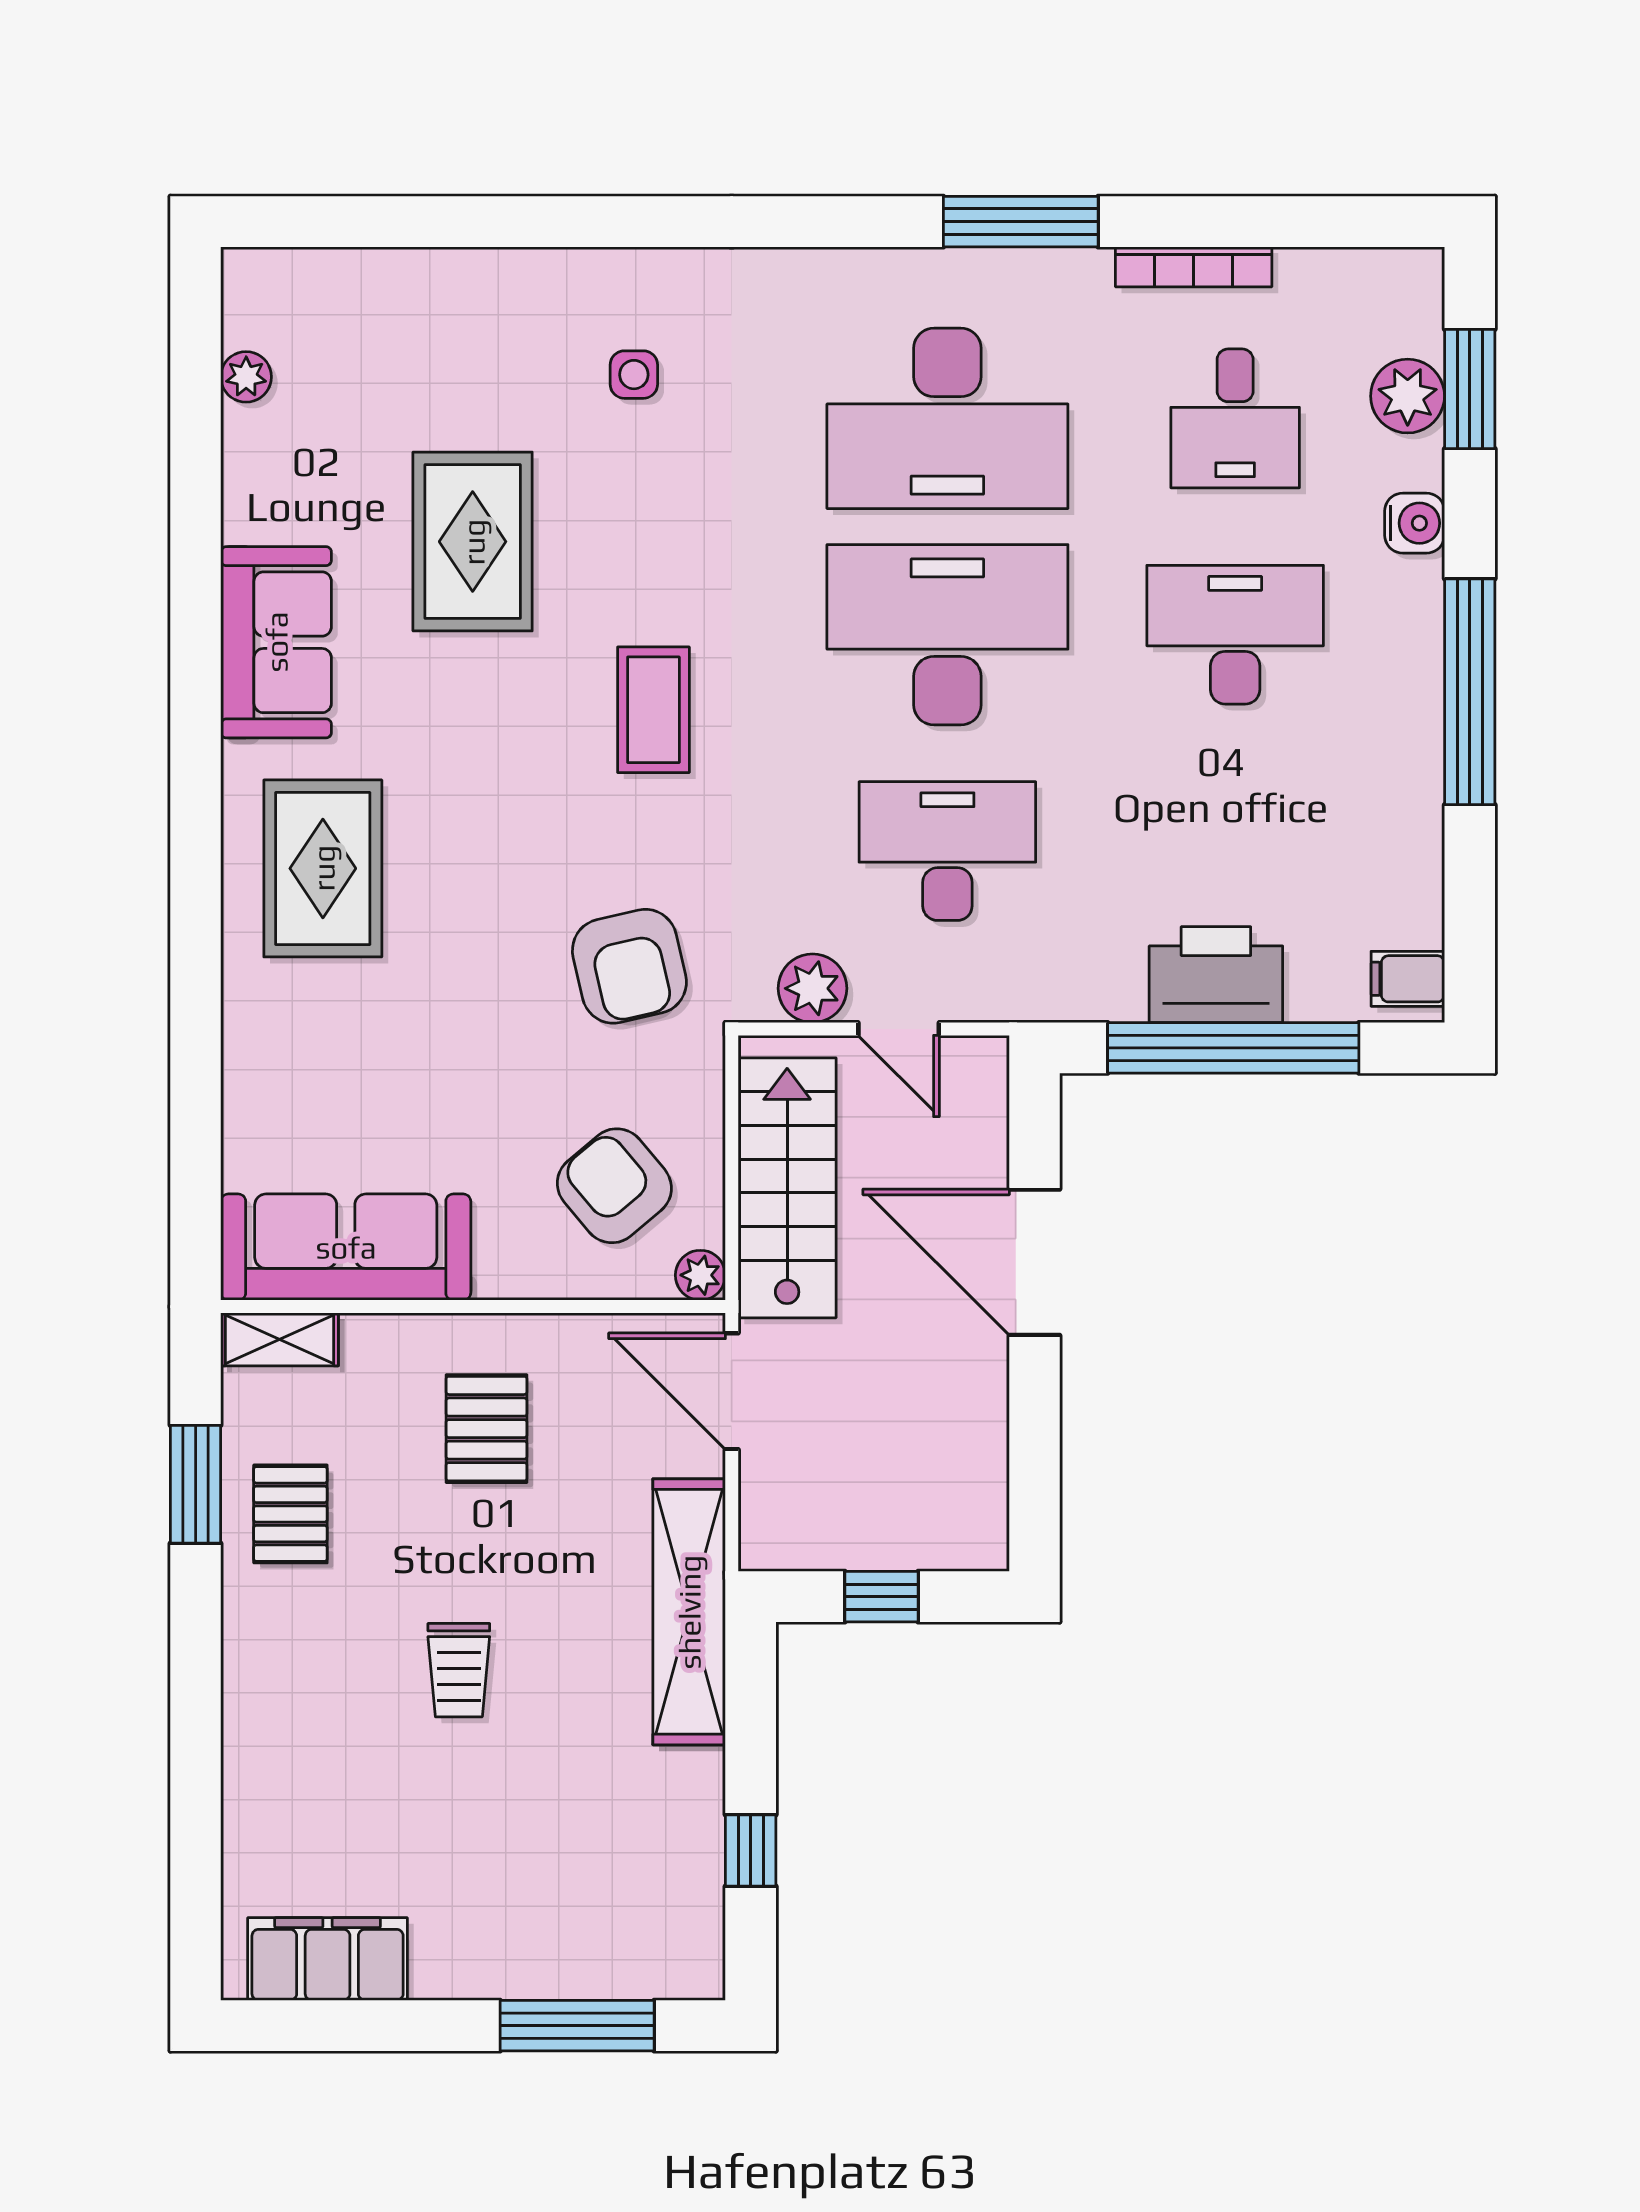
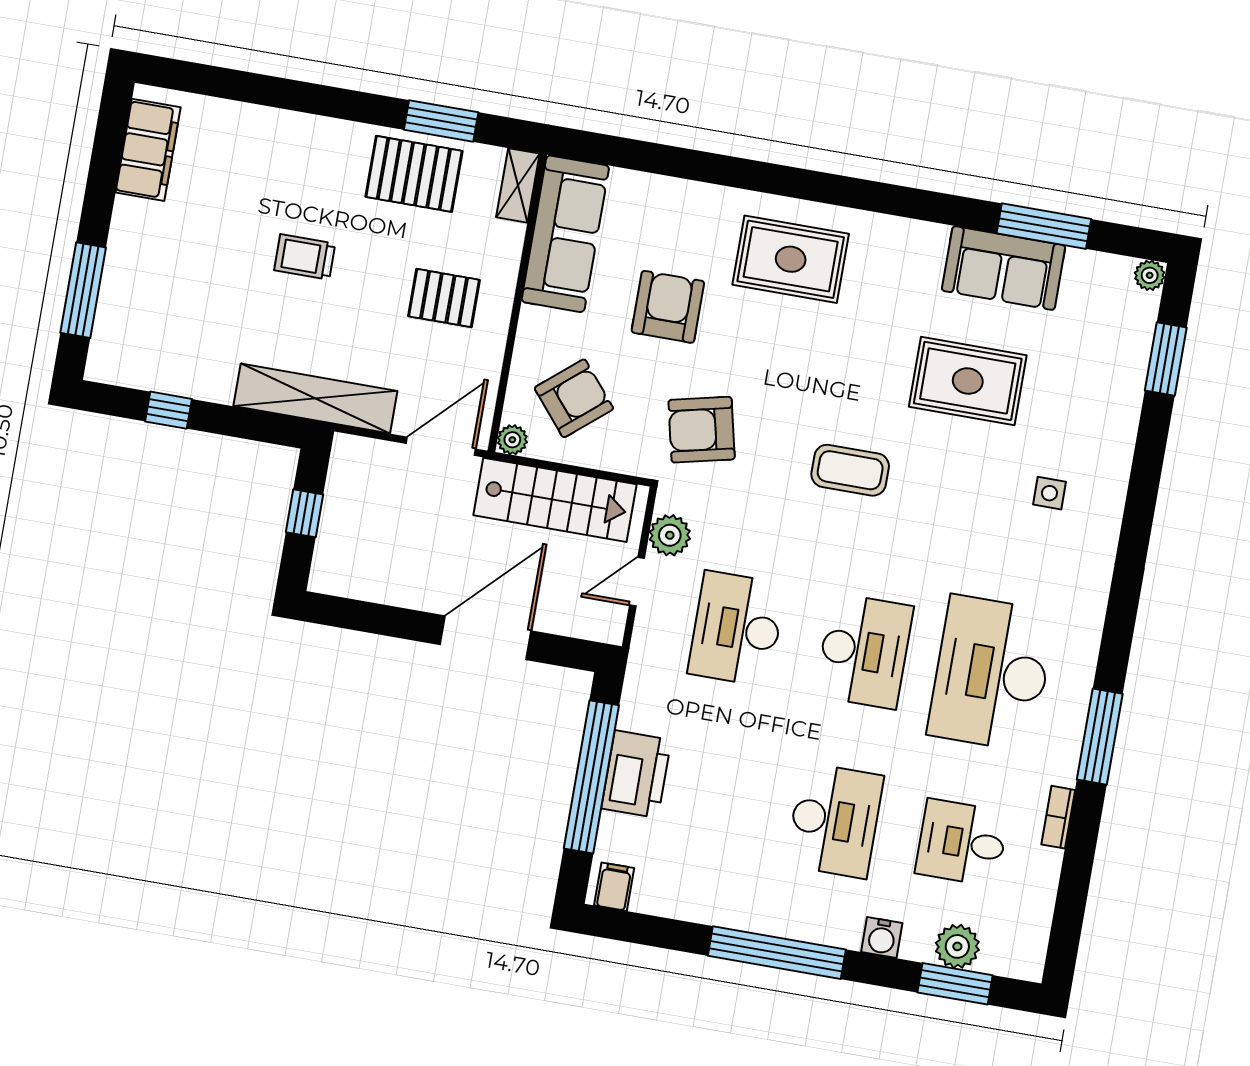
window: (379, 222) -> (1166, 359), added
bookcase: (1194, 267) -> (1058, 817), width x0.64
plant: (246, 377) -> (1150, 275), moved
window: (196, 461) -> (1044, 226), added
desk: (947, 635) -> (864, 651), width x0.73, depth x0.77
sofa: (276, 642) -> (1004, 268), moved
desk: (947, 851) -> (737, 629), turned 180
armchair: (437, 1057) -> (668, 307), added
pallet: (290, 1514) -> (414, 174), width x1.50, depth x1.42

